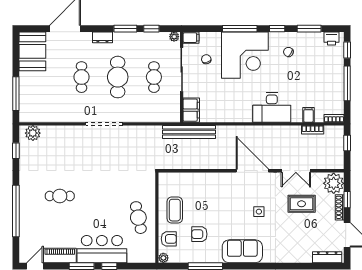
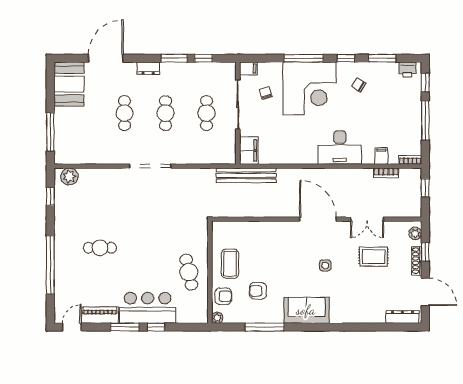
plant: (174, 37) -> (229, 67), removed
cafe table: (118, 77) -> (165, 113), width x0.73, depth x0.74
plant: (334, 183) -> (415, 233), width x0.53, depth x0.53

